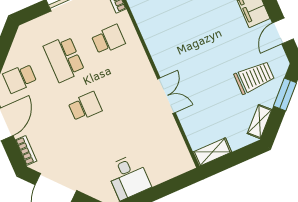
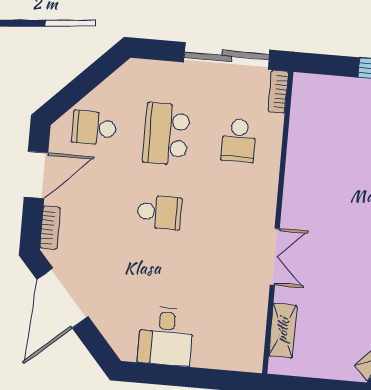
school desk: (108, 39) -> (239, 140), turned 90
shelving: (212, 152) -> (283, 330), moved, turned 90

